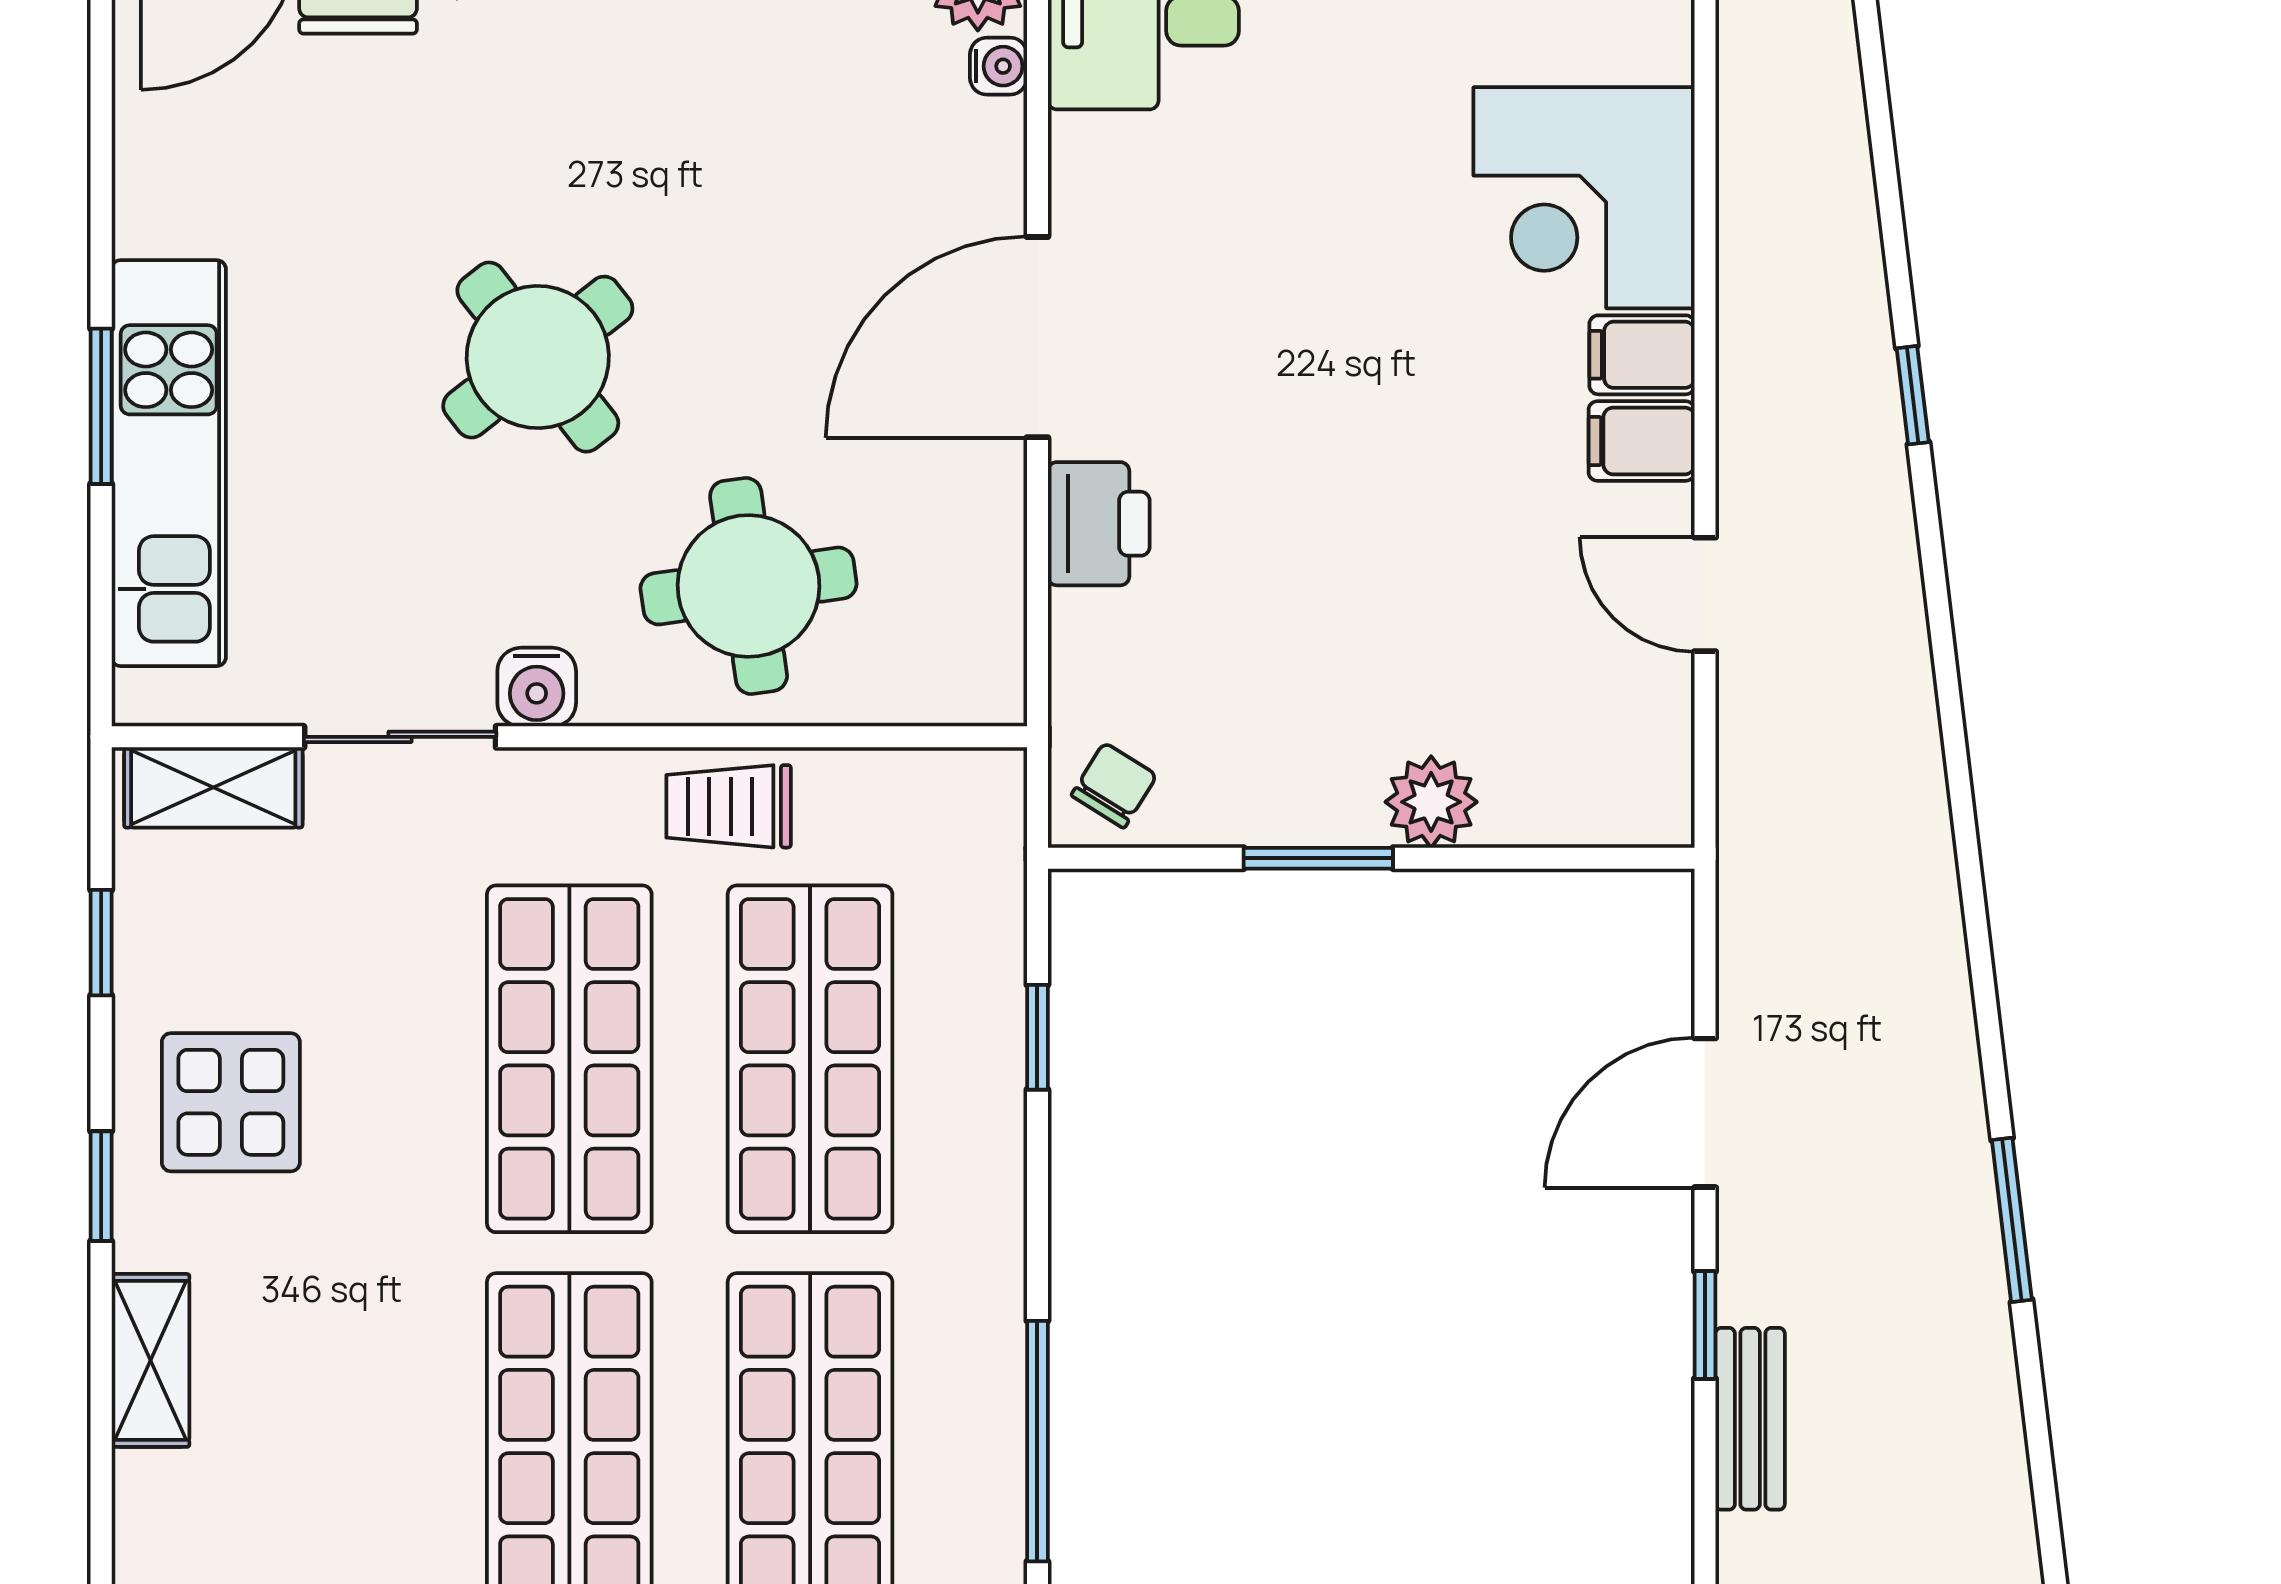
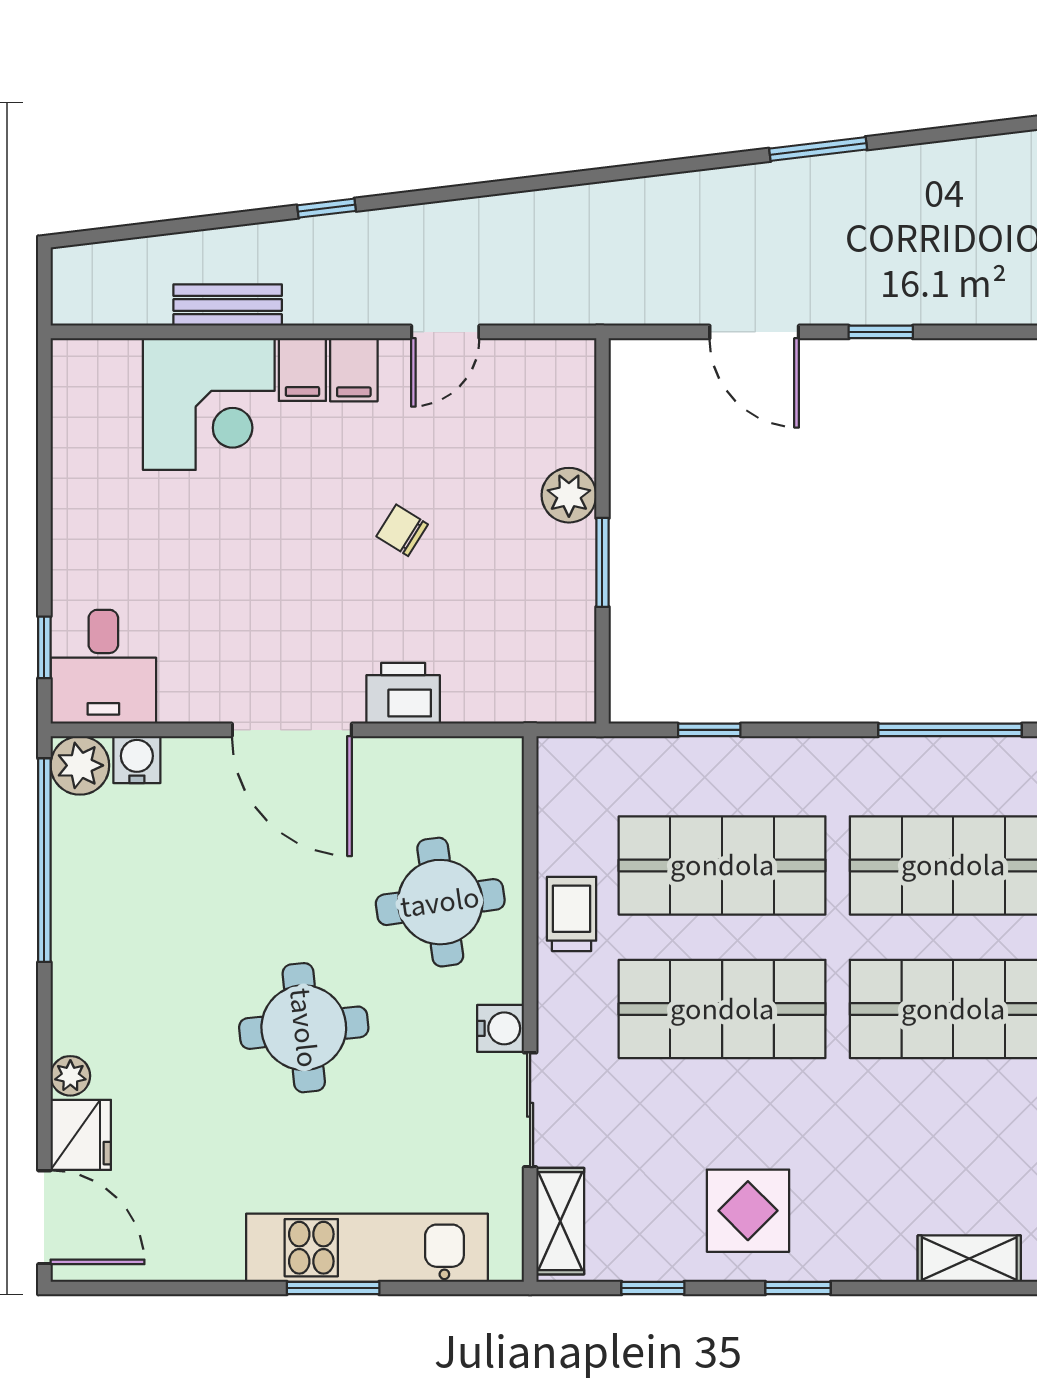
water cooler: (998, 66) -> (137, 760), width x1.38, depth x1.38
round table: (538, 357) -> (304, 1028), turned 32
chair: (1114, 785) -> (402, 530), moved
trolley: (729, 806) -> (572, 914), turned 180
shelving: (150, 1360) -> (969, 1259), moved
bench: (1750, 1419) -> (228, 305), moved

